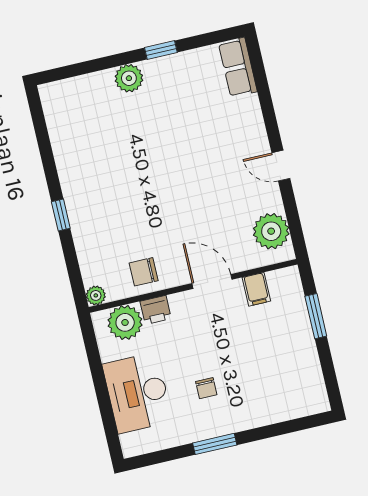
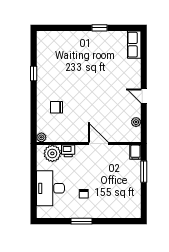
plant: (129, 78) -> (81, 38), removed
window: (61, 215) -> (34, 74), moved
plant: (271, 231) -> (136, 122), width x0.53, depth x0.53
chair: (144, 272) -> (57, 107), moved
filing cabinet: (256, 289) -> (135, 152), moved

